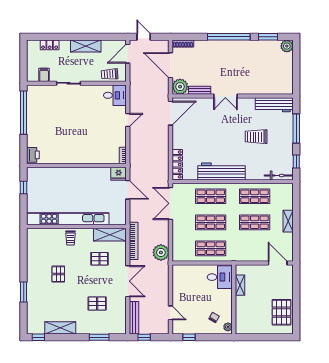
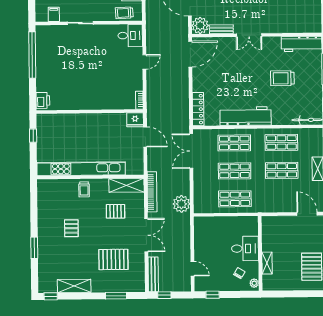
desk: (220, 277) -> (245, 249), moved
shelving: (240, 285) -> (267, 263), moved
pallet: (97, 303) -> (113, 259), width x1.50, depth x1.42

